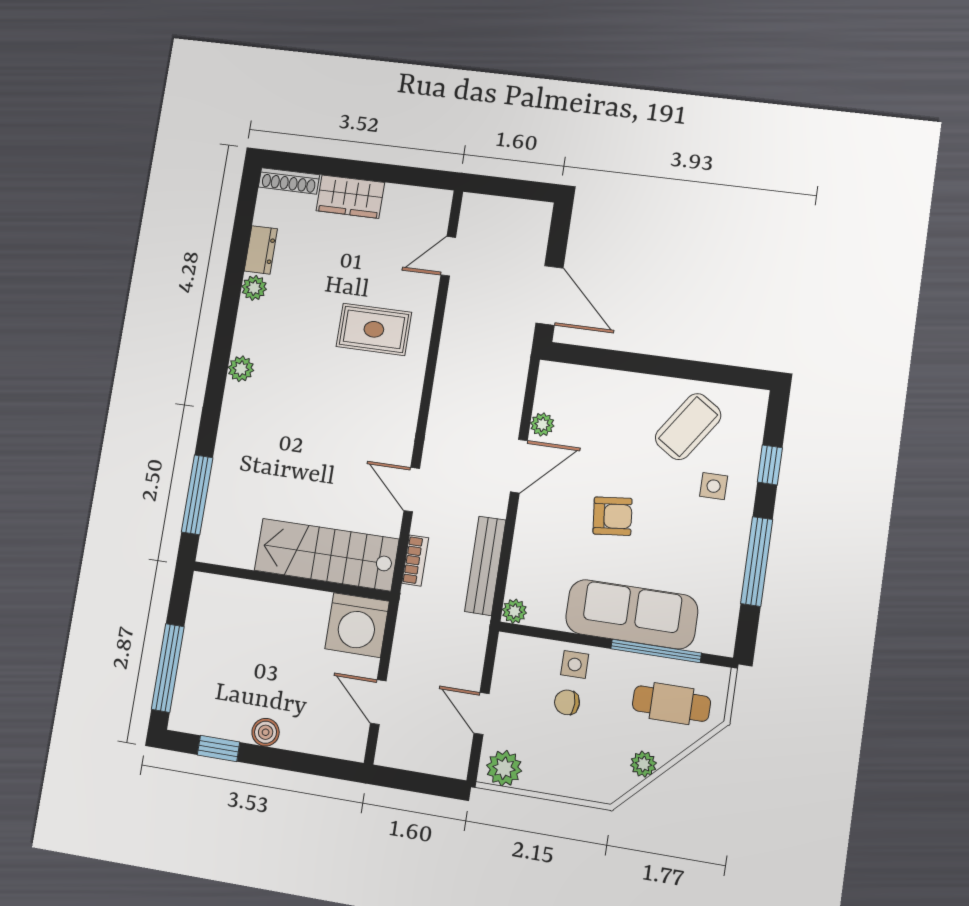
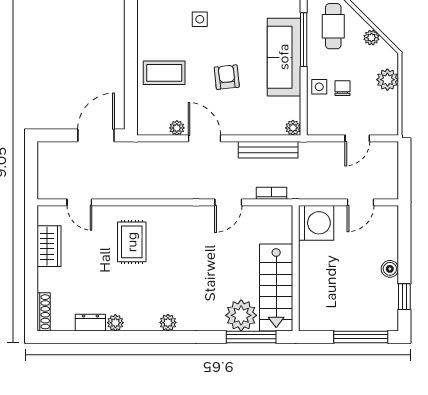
wardrobe: (350, 197) -> (49, 246), moved
coffee table: (688, 427) -> (164, 73), moved, turned -34
plant: (233, 484) -> (241, 315), added
stairs: (326, 555) -> (276, 287), moved
chair: (567, 702) -> (342, 88), turned 180
plant: (504, 768) -> (387, 80), moved

